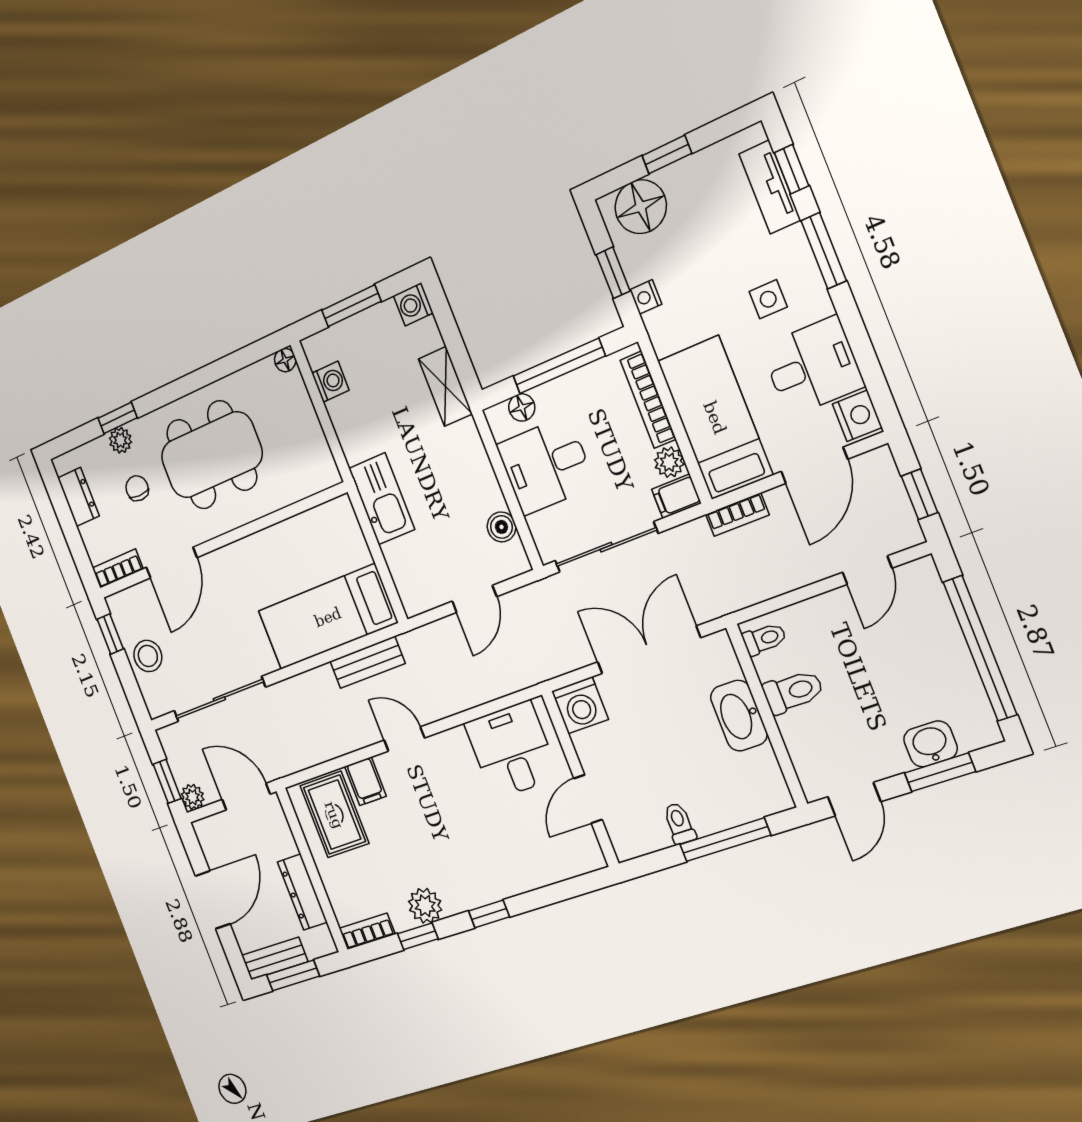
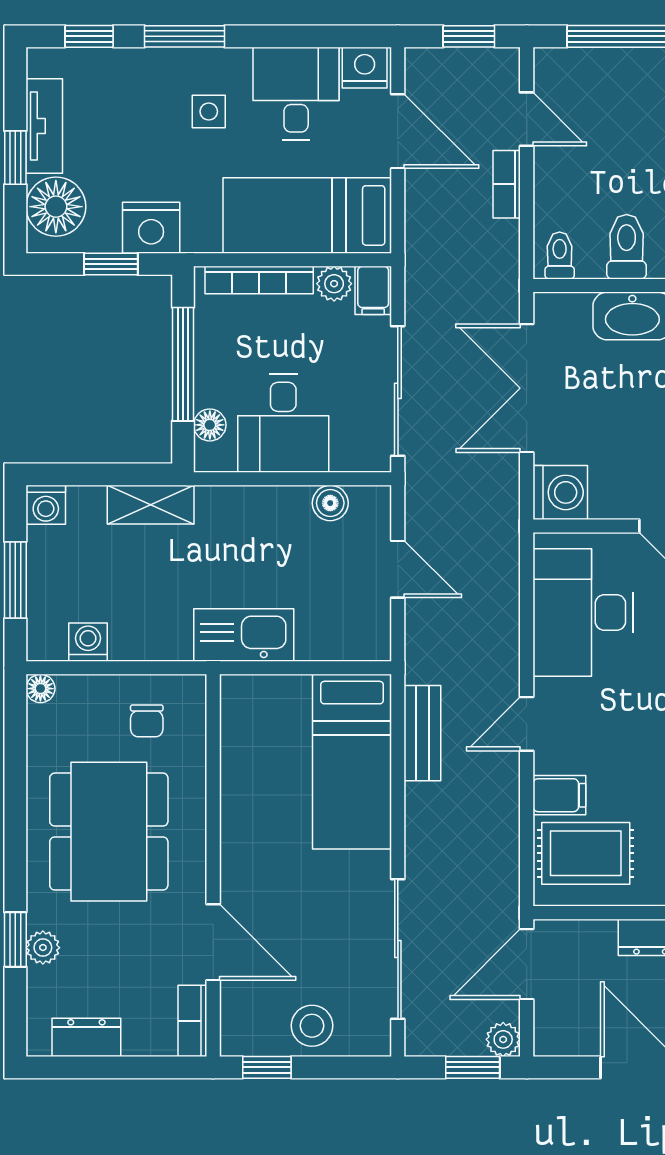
tv unit: (770, 187) -> (44, 126), moved, turned -90
nightstand: (646, 297) -> (151, 228), width x1.89, depth x1.79
chair: (137, 488) -> (147, 721), moved, turned -90
bookcase: (737, 515) -> (507, 184), moved, turned 180
desk: (512, 750) -> (583, 613), width x1.37

